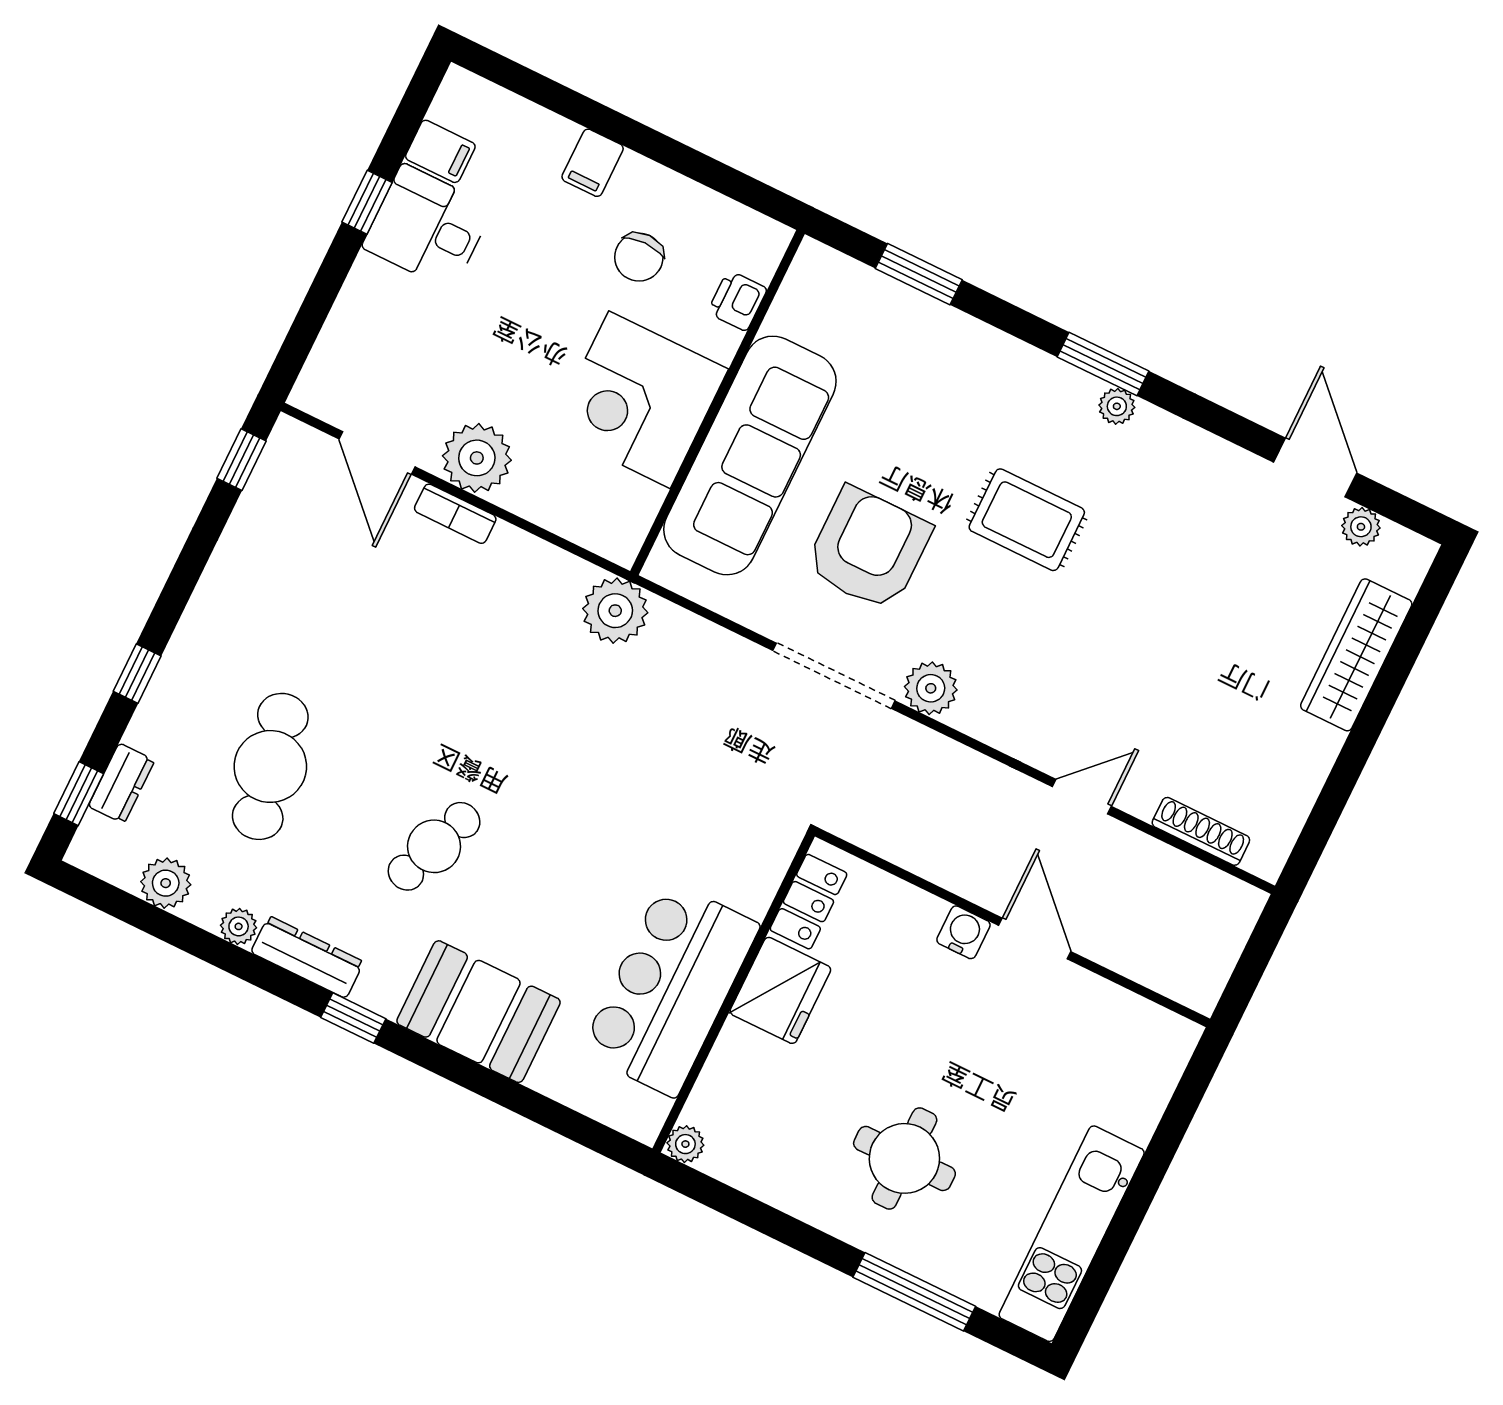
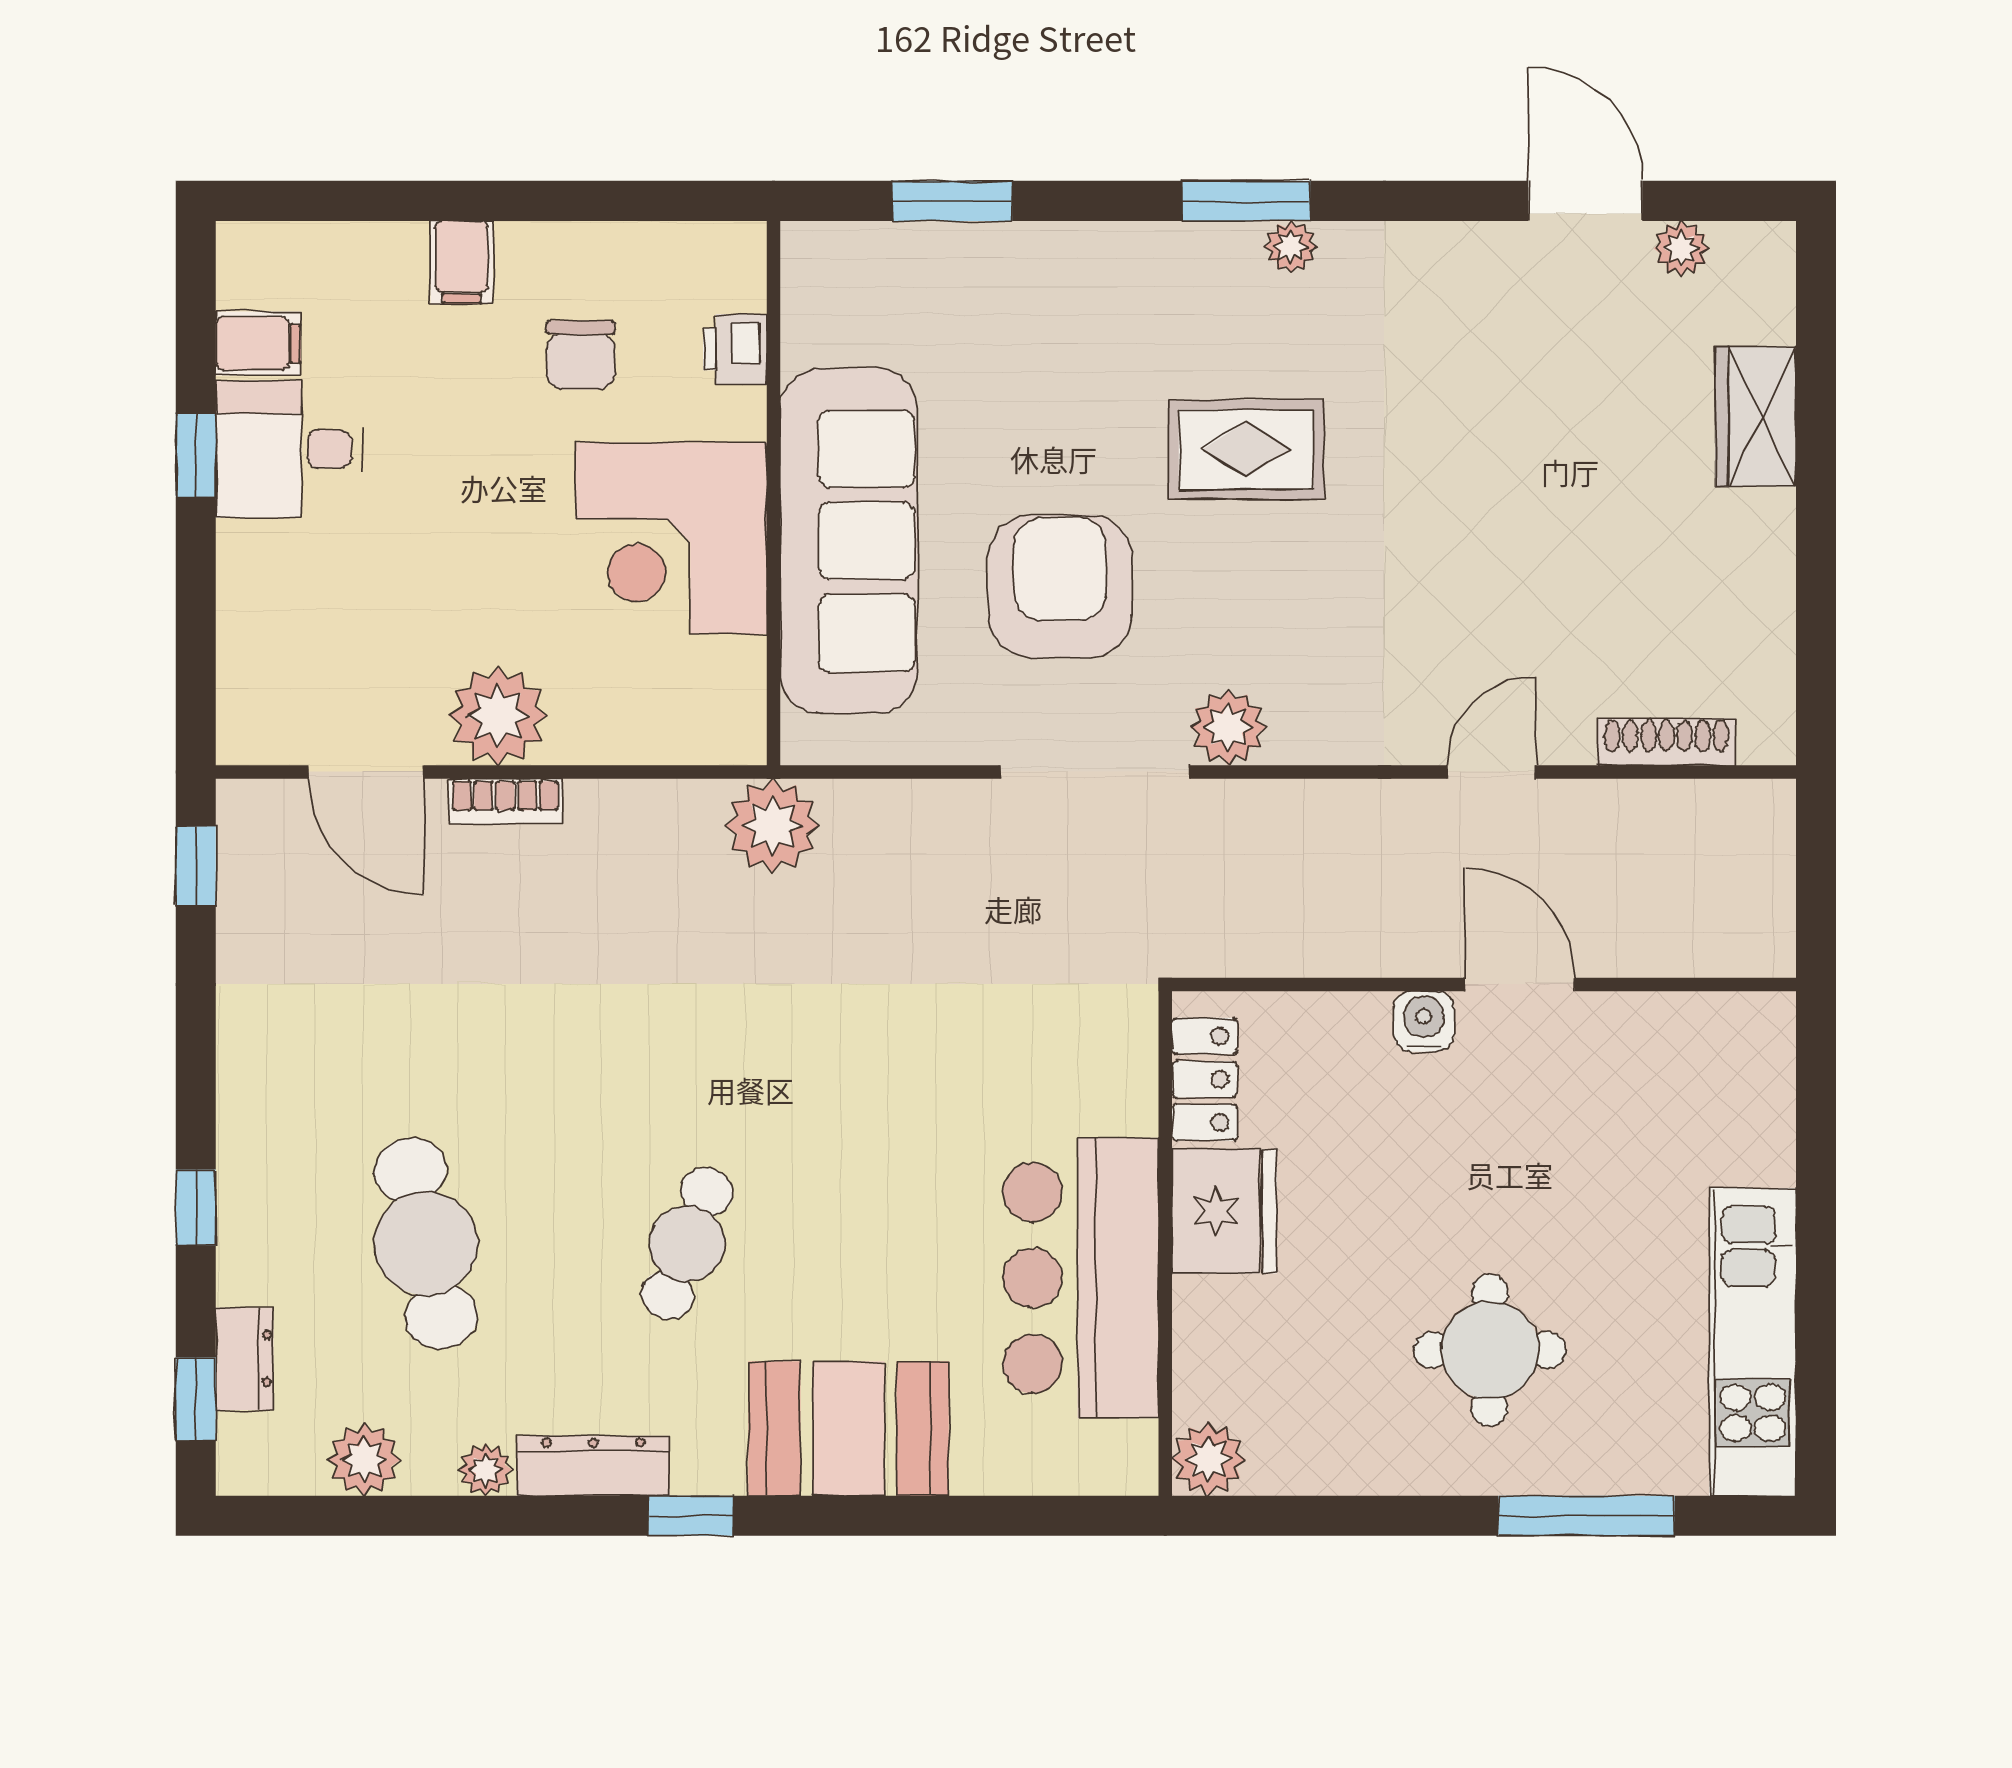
wardrobe: (1356, 655) -> (1756, 417), width x0.67
plant: (685, 1144) -> (1208, 1459), width x1.38, depth x1.38

